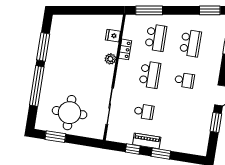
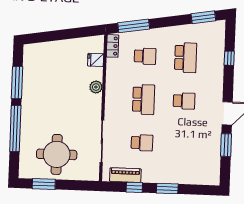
school desk: (156, 38) -> (145, 56), width x0.54
locker: (125, 49) -> (113, 46), moved
piano: (147, 141) -> (125, 175), moved

